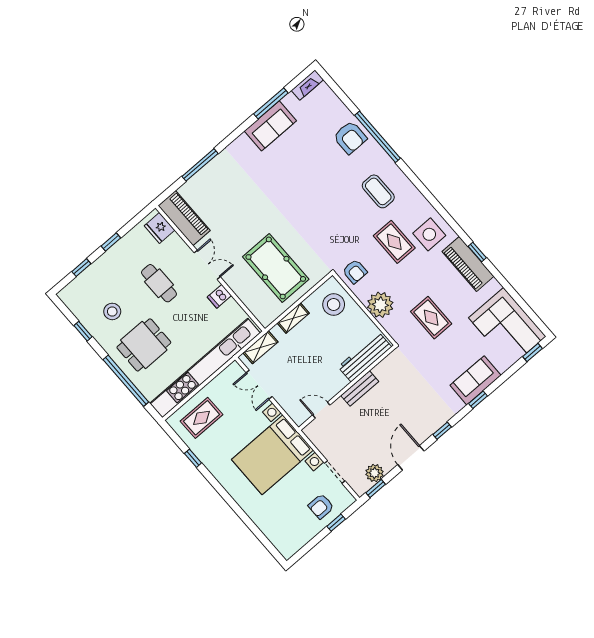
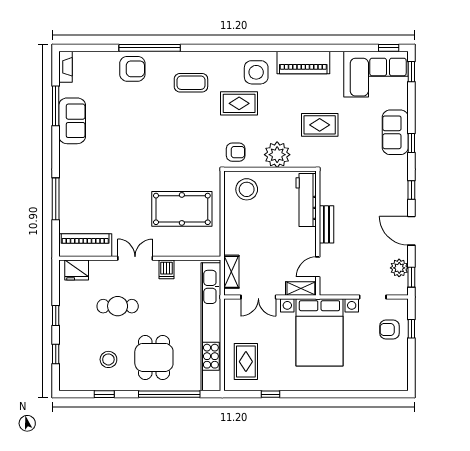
window: (477, 252) -> (389, 48), moved
shelving: (293, 318) -> (301, 289), moved, turned 90
armchair: (321, 506) -> (389, 329), turned 90

